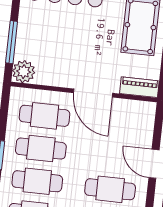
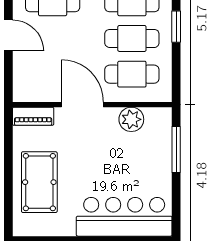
plant: (24, 72) -> (131, 119), moved

